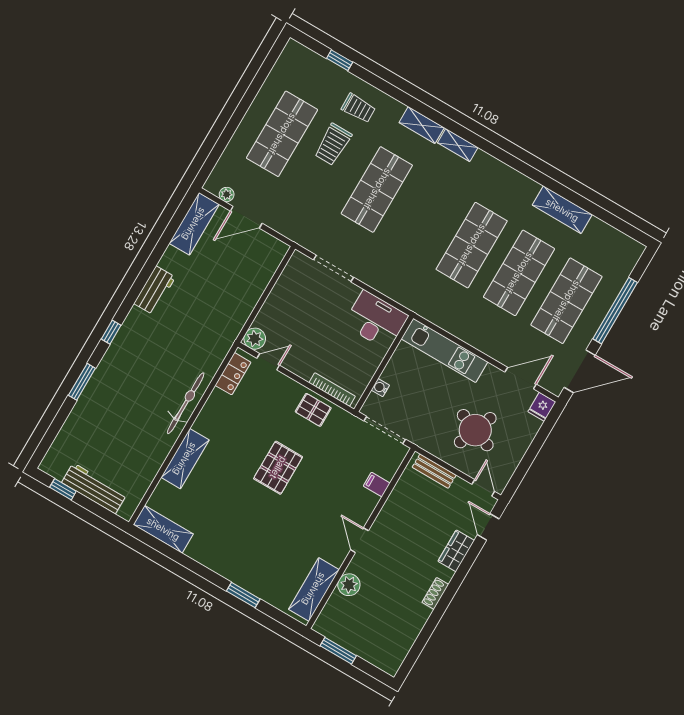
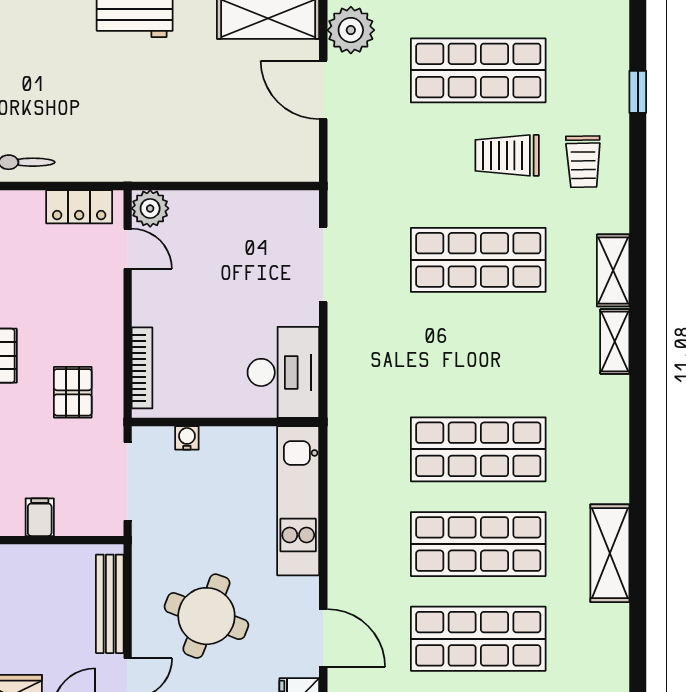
plant: (227, 195) -> (351, 30), width x1.88, depth x1.88
pallet: (313, 410) -> (73, 392), moved
bench: (434, 471) -> (110, 604), width x1.36

